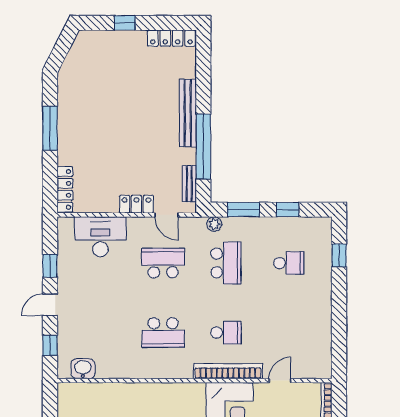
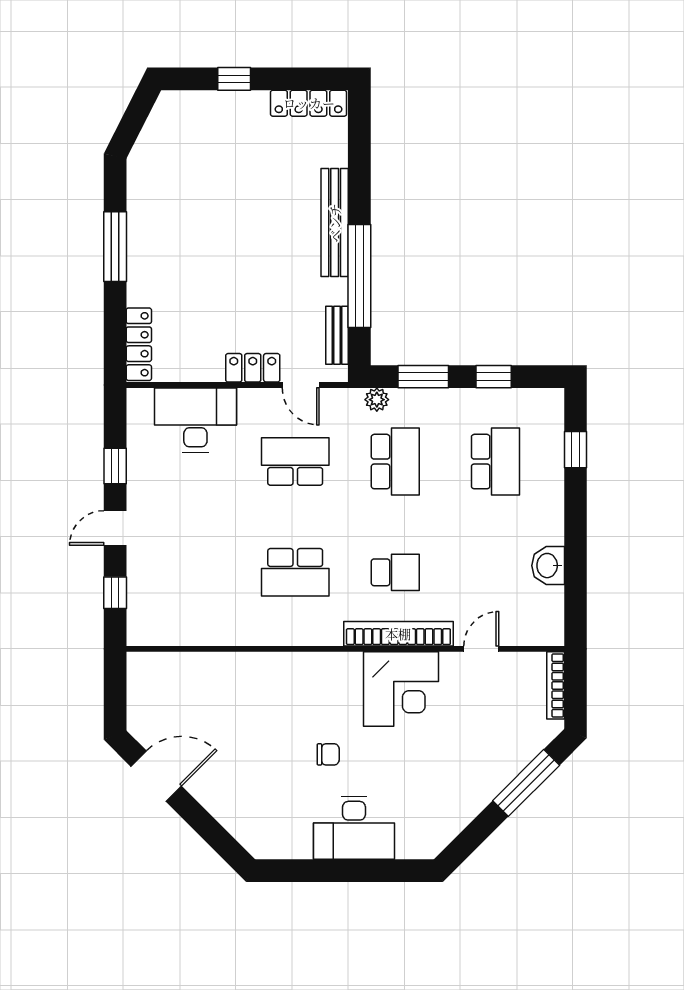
school desk: (289, 263) -> (495, 462), width x1.85
washbasin: (83, 369) -> (548, 566), moved, turned -90

